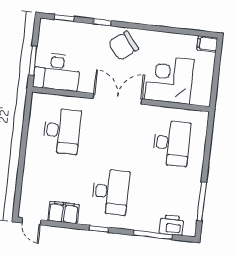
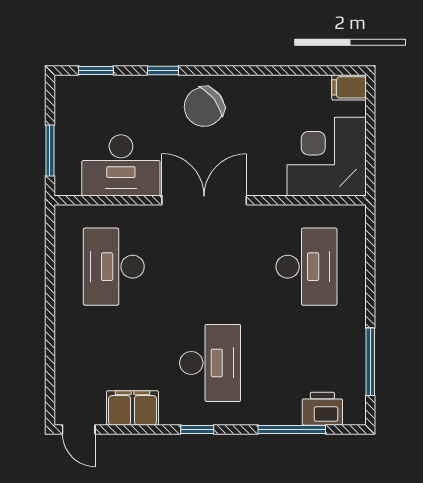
desk: (57, 72) -> (121, 165), moved
corner desk: (169, 80) -> (327, 157), moved
desk: (62, 131) -> (114, 267), turned 180

